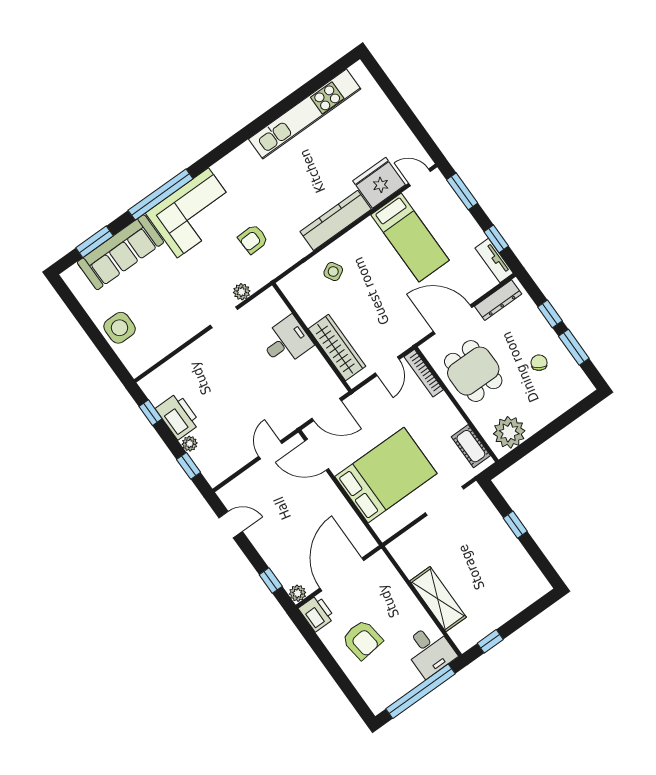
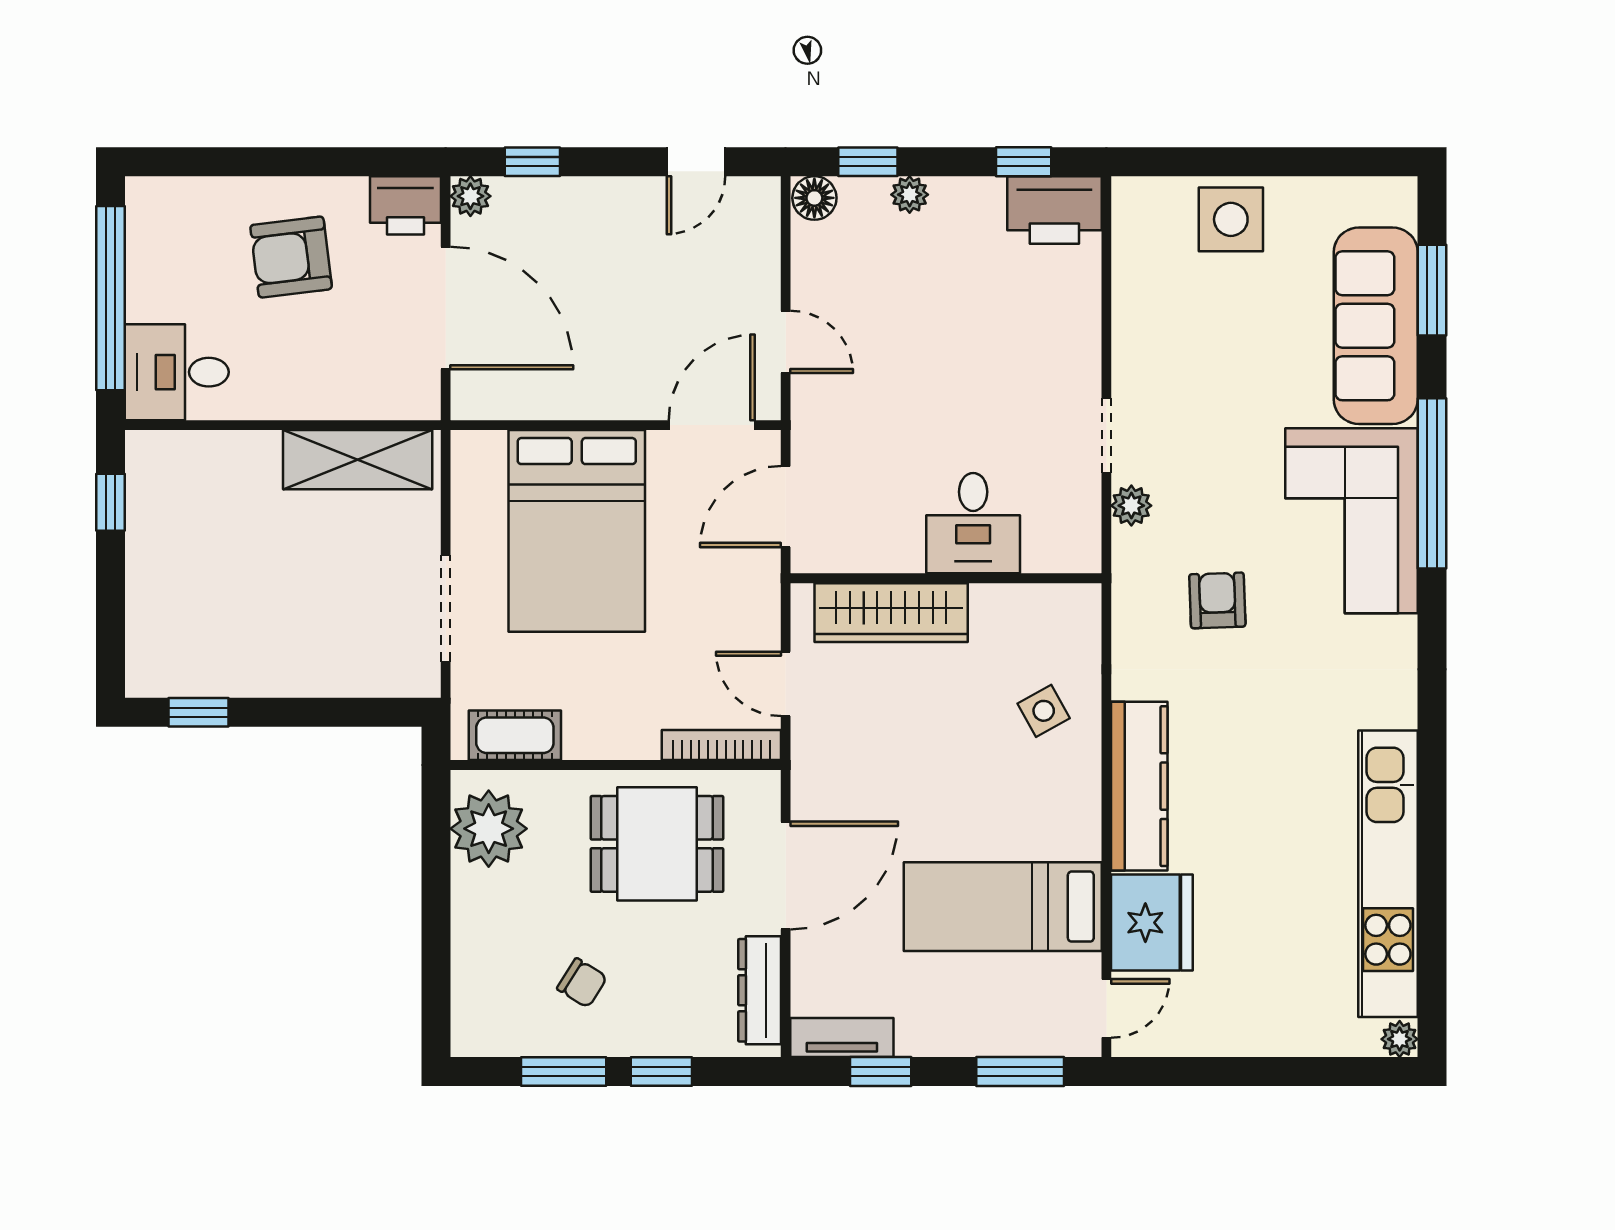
plant: (358, 70) -> (1400, 1039), added
printer: (178, 416) -> (1054, 210), moved
floor lamp: (214, 475) -> (814, 198), added
window: (515, 525) -> (199, 712), moved
shelving: (438, 599) -> (358, 460), moved

